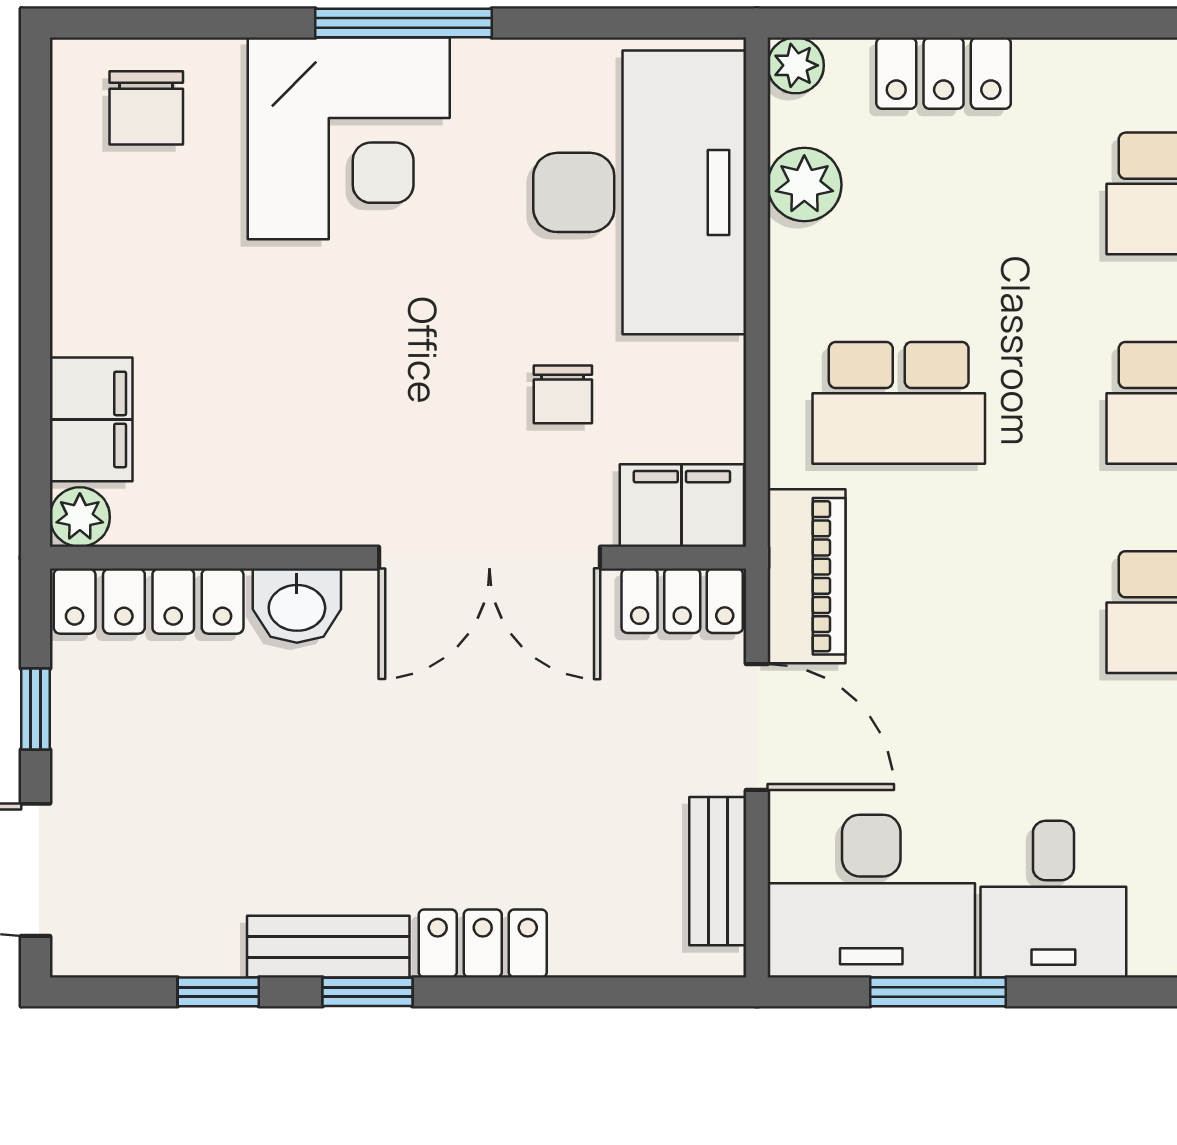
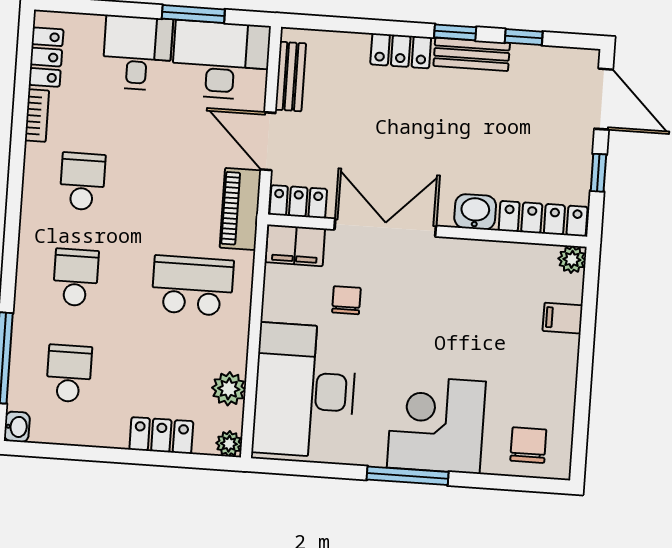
filing cabinet: (91, 419) -> (563, 318), width x0.50

